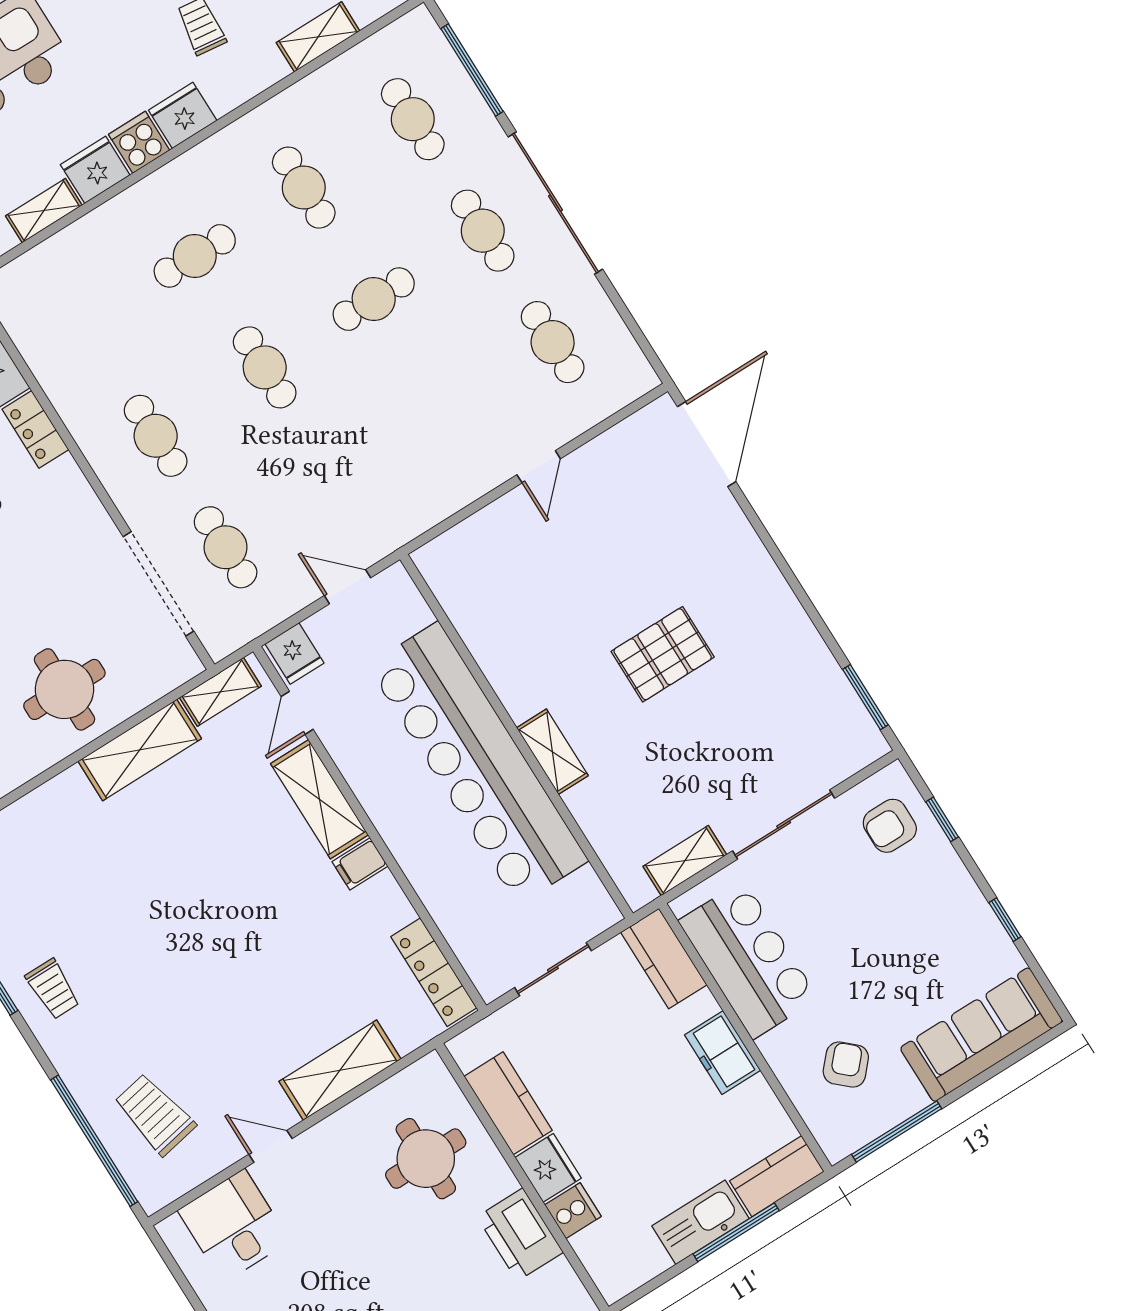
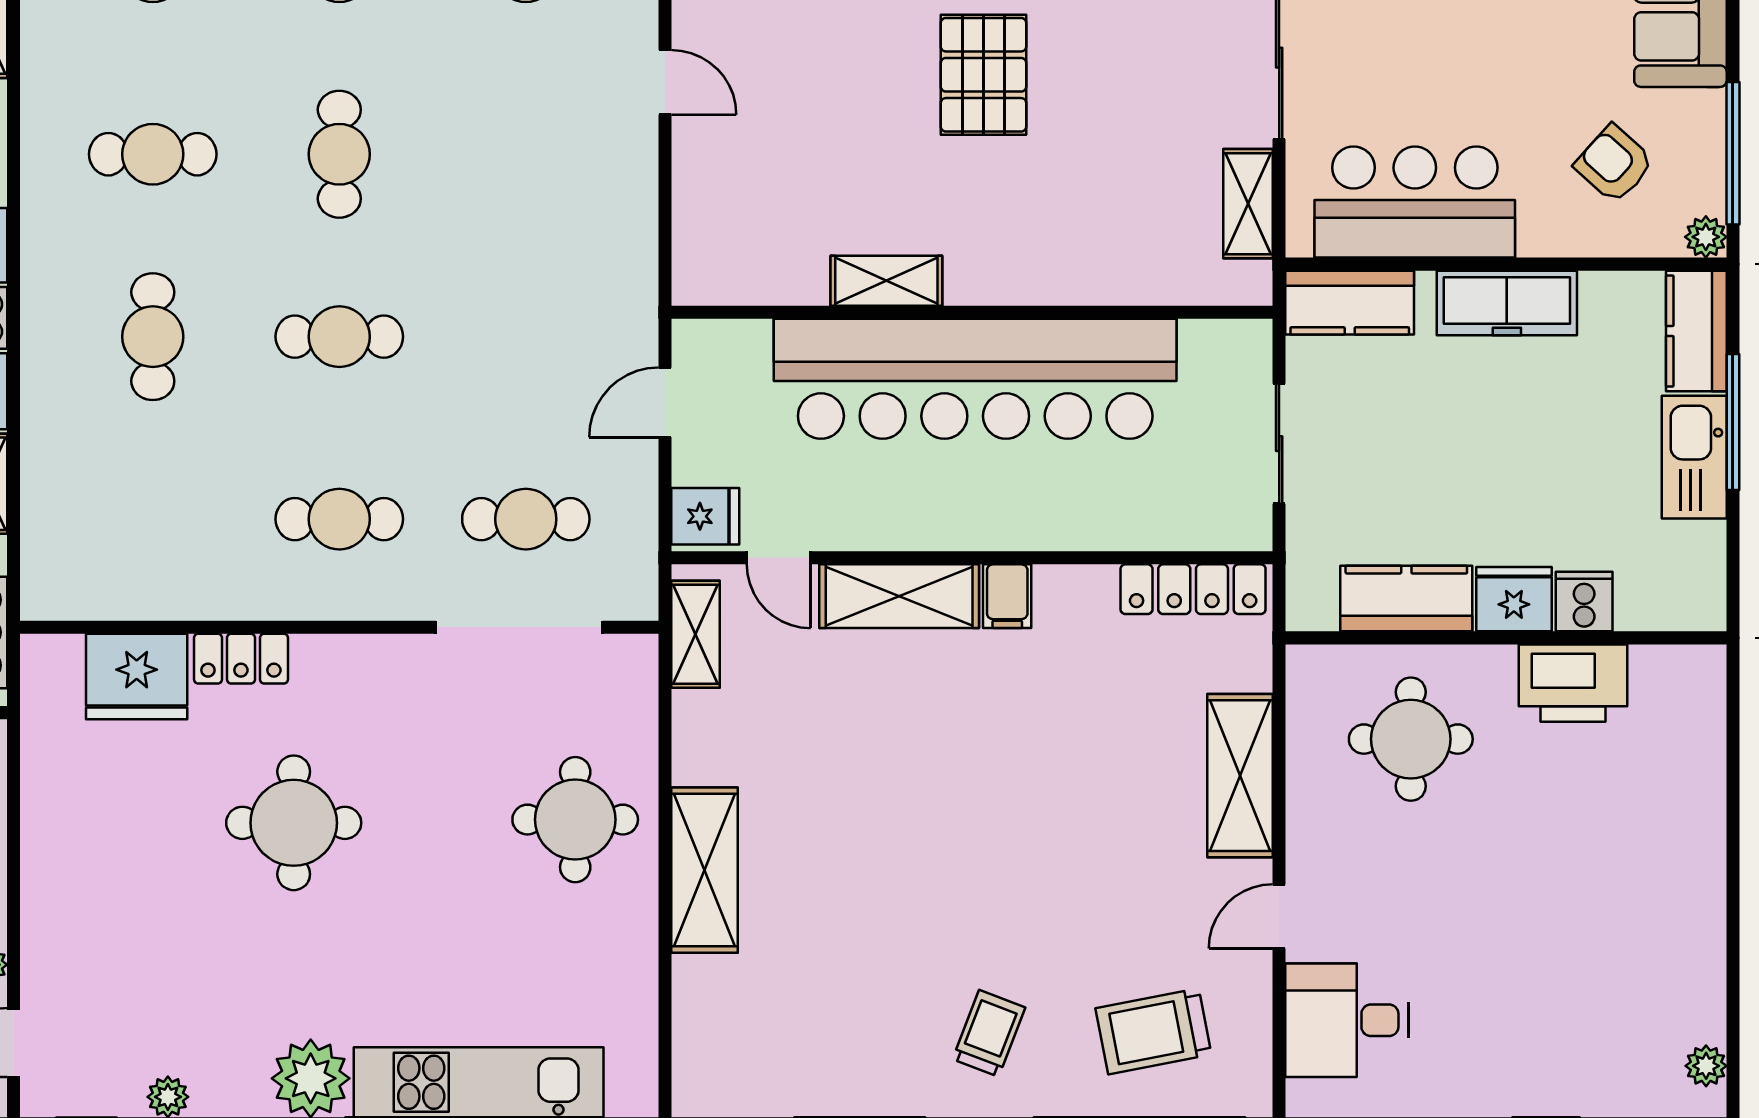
shelving: (140, 750) -> (705, 870), moved
shelving: (552, 752) -> (886, 281), moved
trolley: (53, 989) -> (989, 1033), moved, turned -69
freezer: (722, 1053) -> (1507, 303), width x1.40
plant: (836, 1147) -> (1706, 237), added

